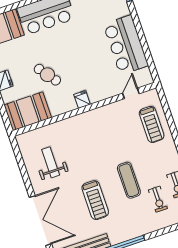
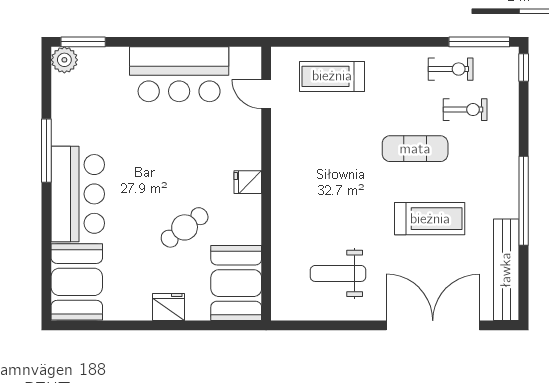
treadmill: (152, 124) -> (332, 76), turned 180

